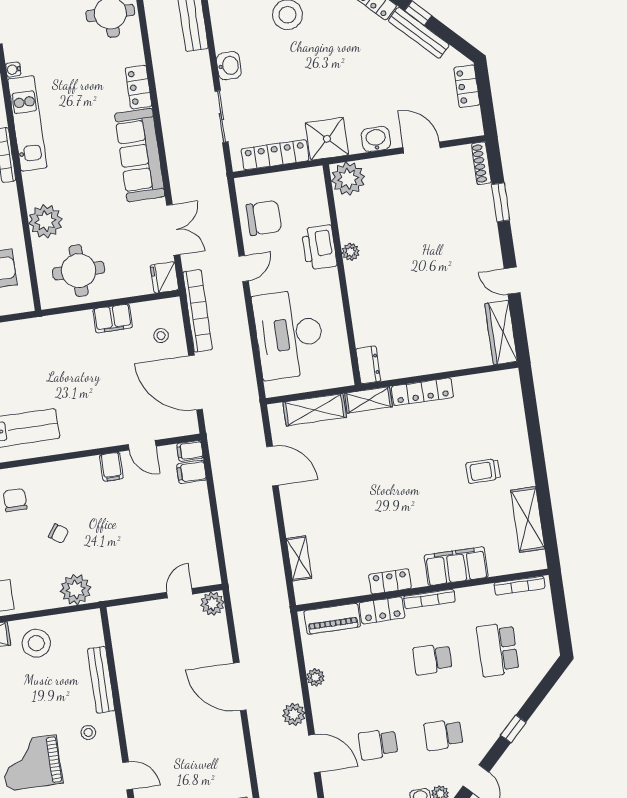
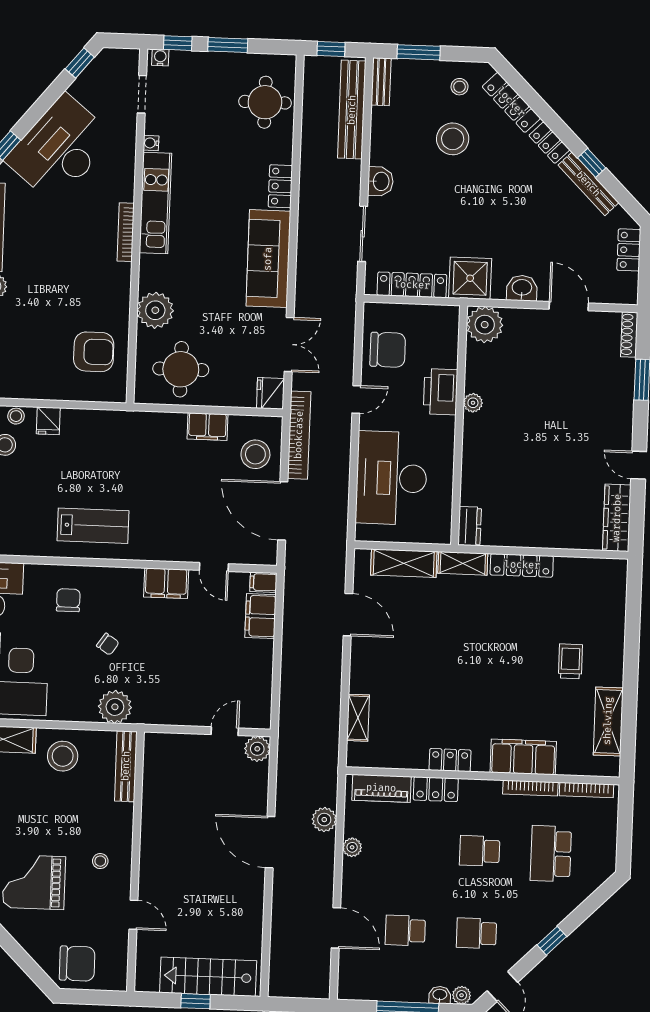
stool: (161, 336) -> (255, 454), width x1.89, depth x1.89
filing cabinet: (111, 467) -> (166, 583), width x2.00
trolley: (483, 471) -> (570, 661), turned 90
filing cabinet: (191, 472) -> (261, 616), width x2.00
bookcase: (429, 599) -> (530, 788), moved
bench: (101, 680) -> (126, 766), moved
plant: (294, 714) -> (324, 820), moved

